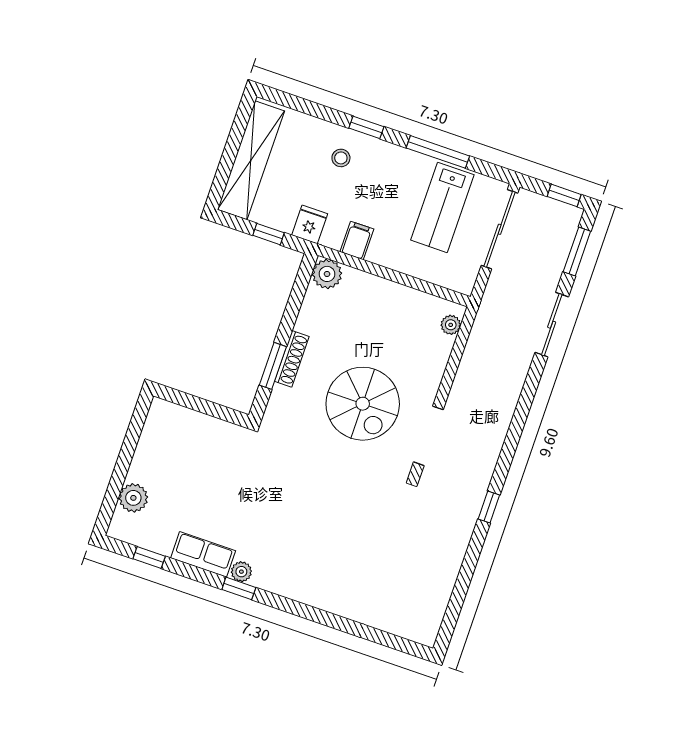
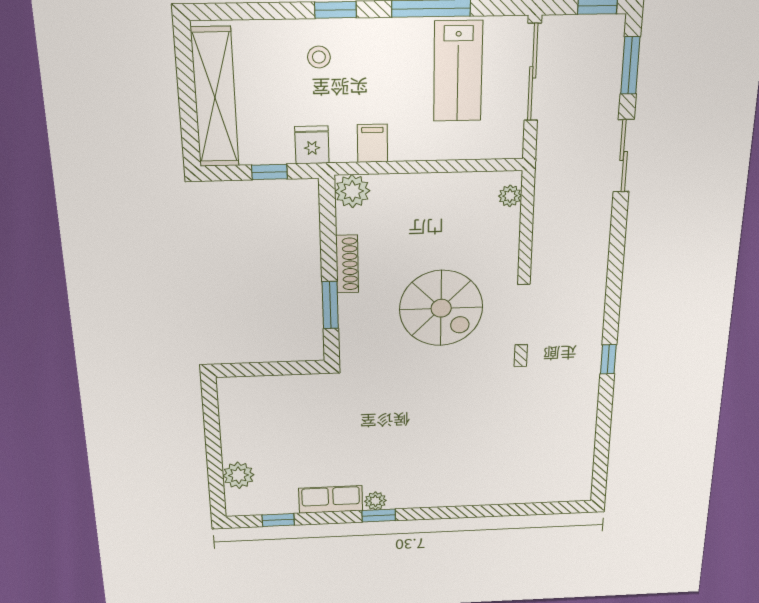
shoe rack: (292, 359) -> (347, 264), moved

